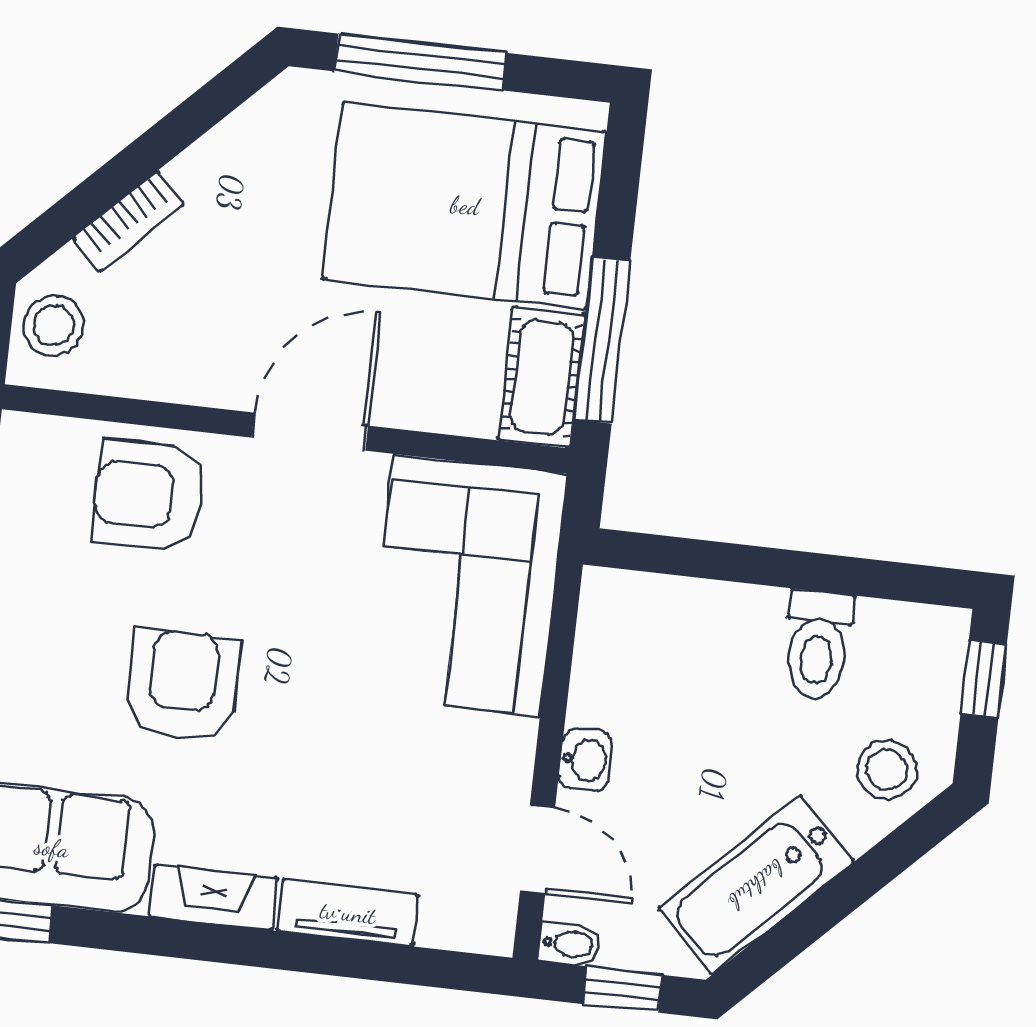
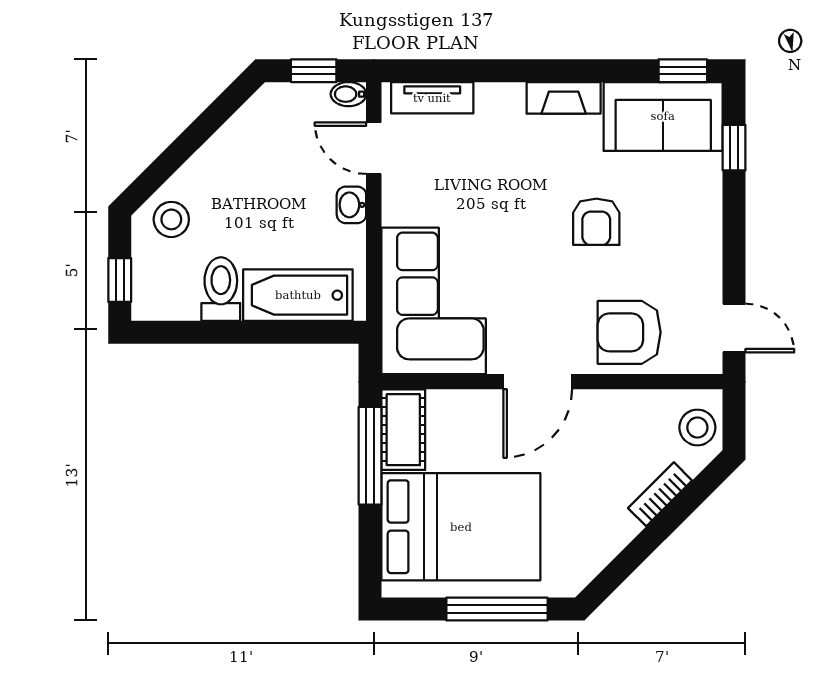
armchair: (149, 496) -> (629, 332), turned 180
armchair: (183, 686) -> (596, 222), width x0.72, depth x0.72
bathtub: (756, 885) -> (298, 295), moved, turned -135
tv unit: (348, 913) -> (432, 98), moved

